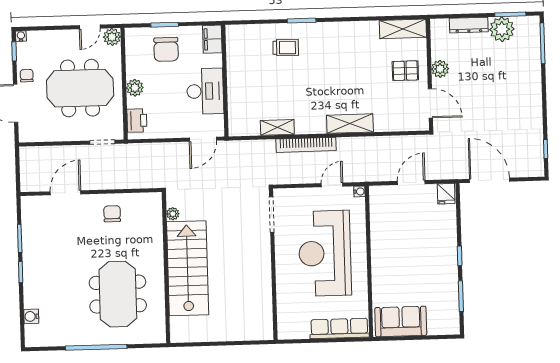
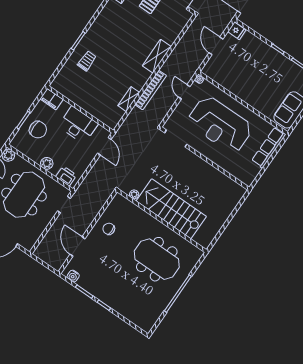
water cooler: (31, 316) -> (73, 276), moved

